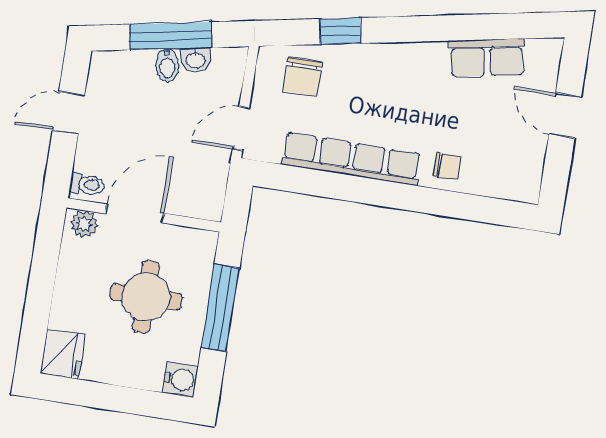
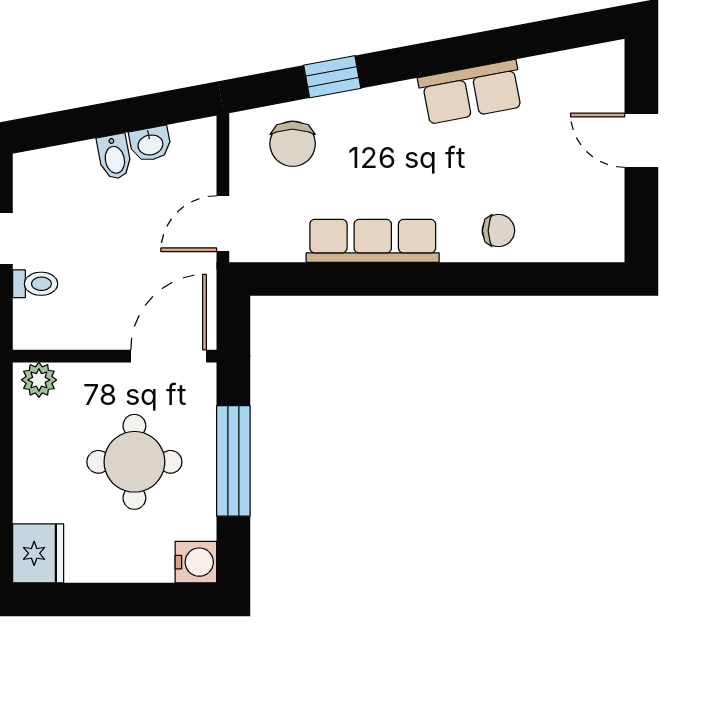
window: (171, 36) -> (113, 118), removed
row of seats: (487, 58) -> (471, 92), moved
row of seats: (351, 159) -> (373, 241), width x0.73
toilet: (87, 185) -> (35, 284), moved
door: (135, 214) -> (169, 356), moved

